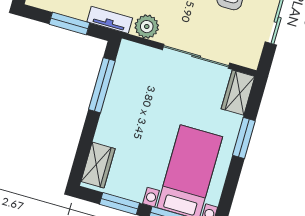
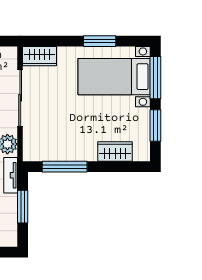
window: (244, 138) -> (100, 41), moved
wardrobe: (98, 165) -> (115, 151), moved

